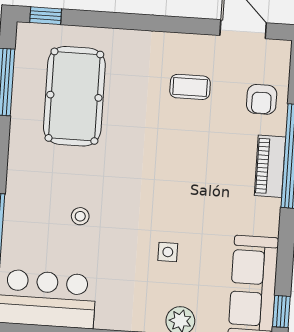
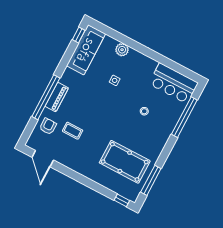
coffee table: (190, 87) -> (73, 131), moved
pool table: (74, 96) -> (125, 162), turned 90

